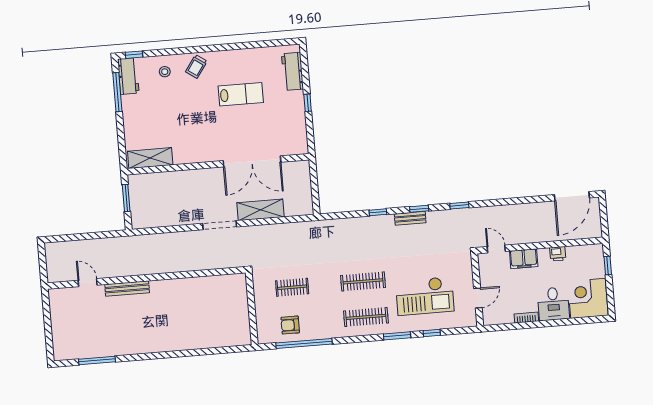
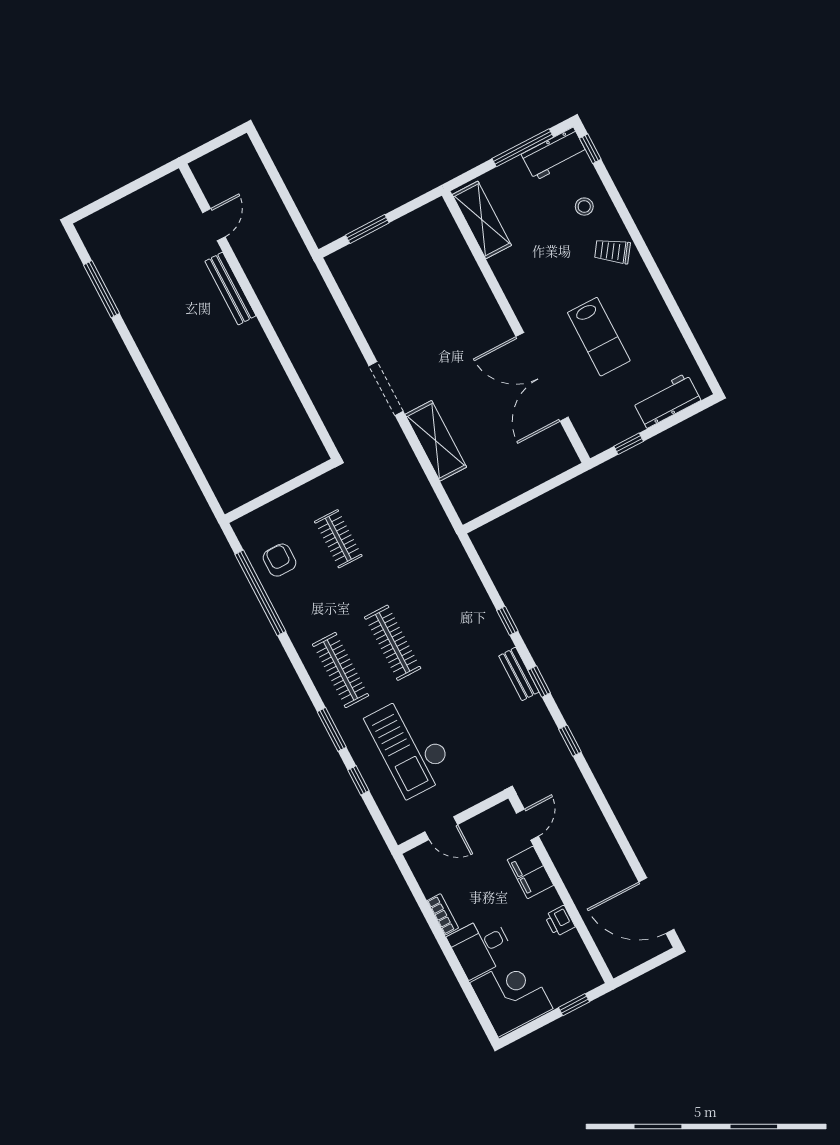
shelving: (150, 158) -> (482, 220), moved
double door: (252, 161) -> (542, 377), moved
wall: (218, 164) -> (516, 327), moved

